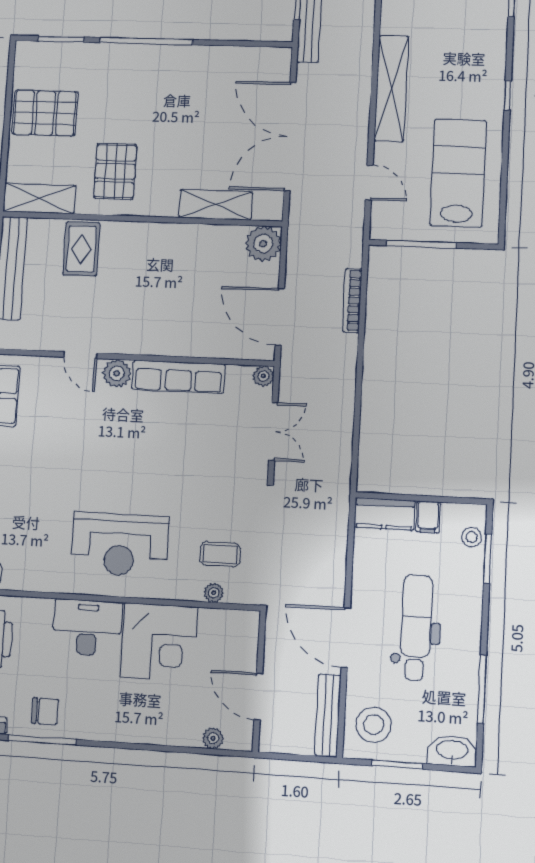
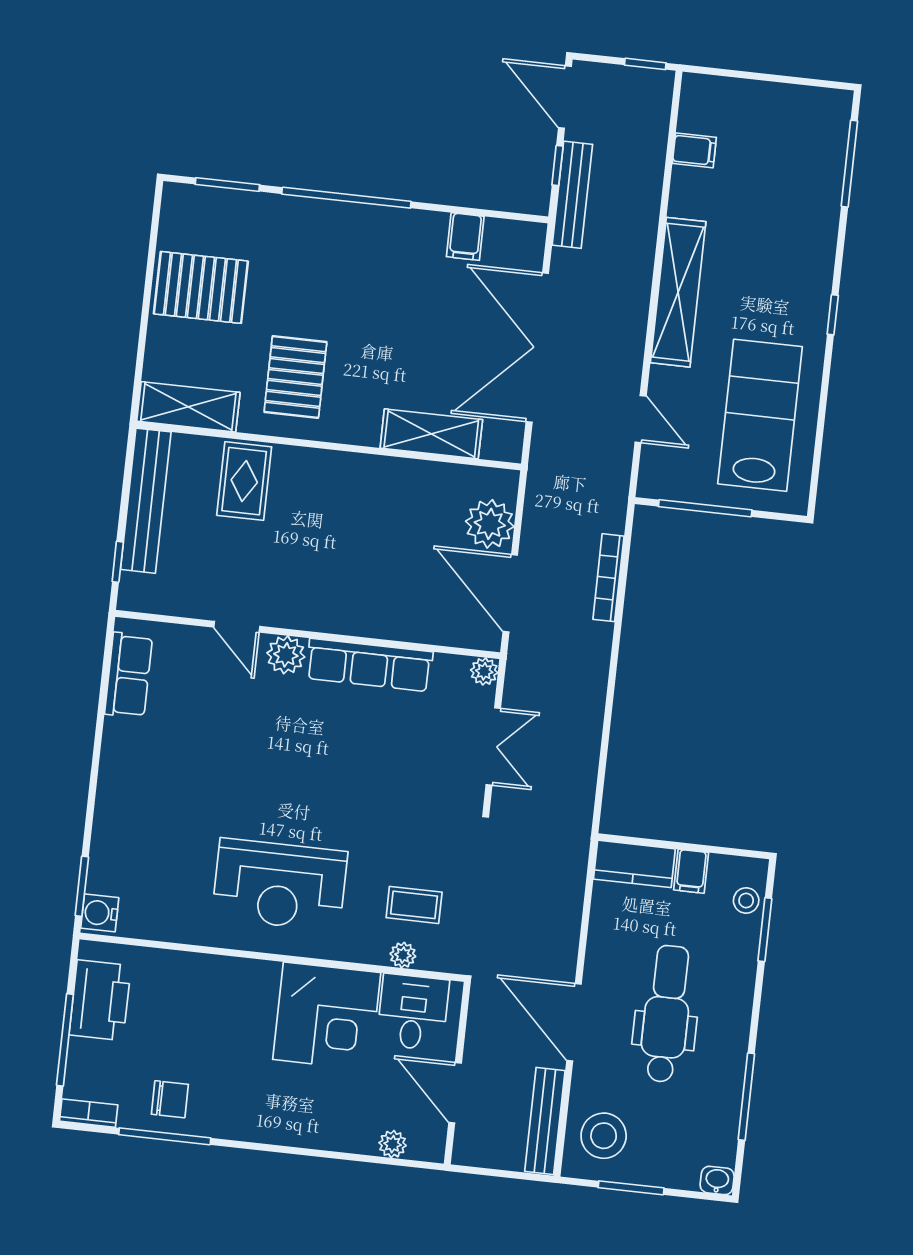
filing cabinet: (233, 61) -> (465, 237), added
plant: (263, 244) -> (490, 524), moved
desk: (87, 628) -> (413, 1012), moved, width x0.73
washbasin: (452, 751) -> (717, 1180), width x0.52, depth x0.69

